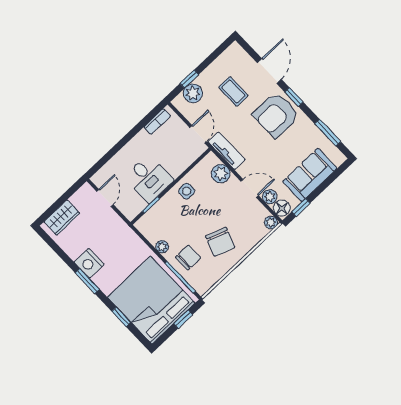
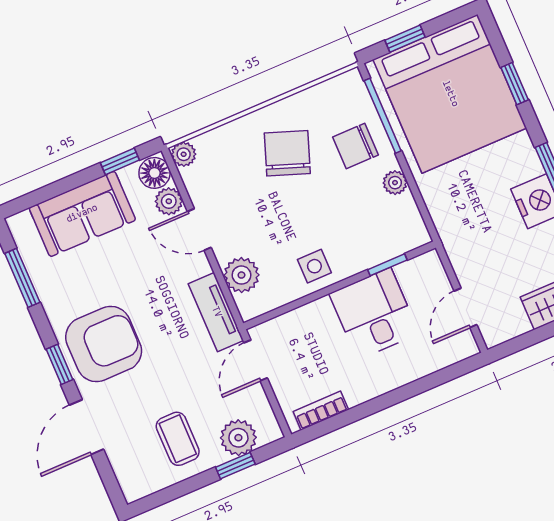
coffee table: (233, 91) -> (178, 439), moved

